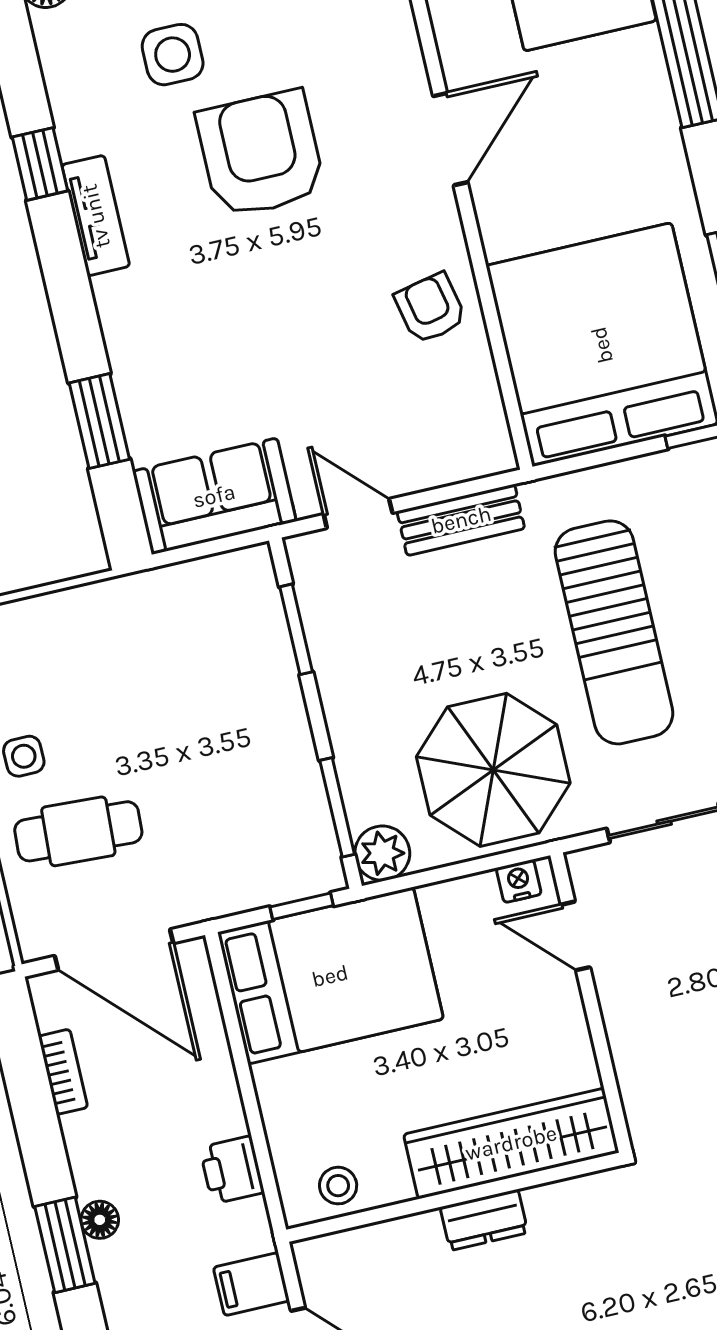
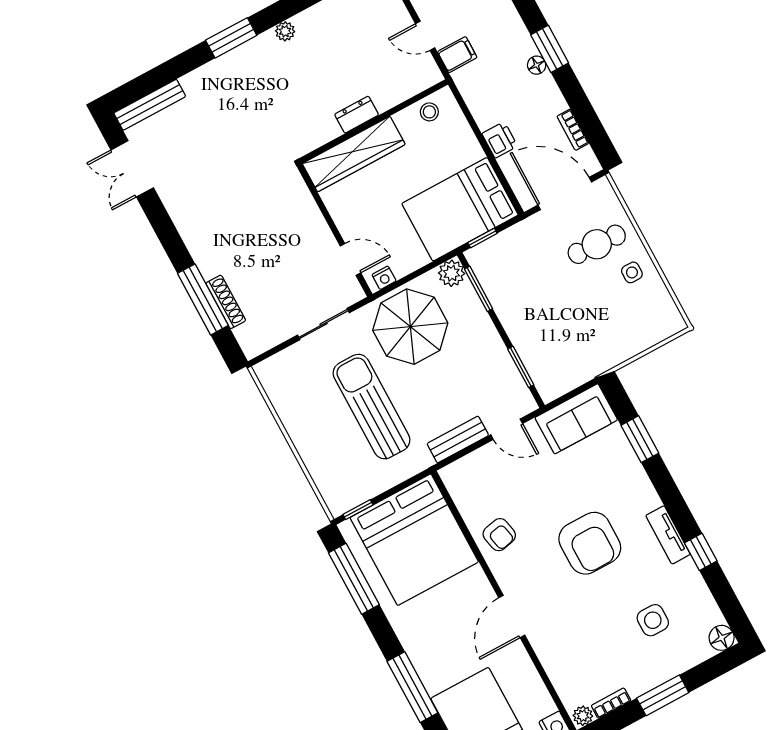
armchair: (261, 154) -> (590, 543), moved
printer: (232, 1170) -> (500, 140), moved

